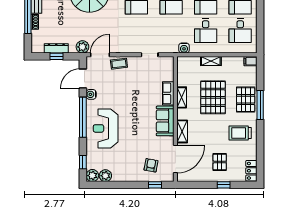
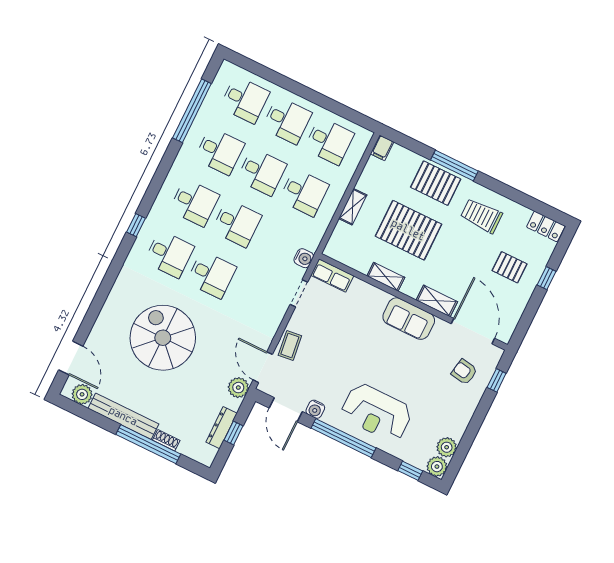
water cooler: (184, 48) -> (304, 258), moved
row of seats: (168, 93) -> (332, 275), moved
trolley: (240, 133) -> (481, 216), turned 90

